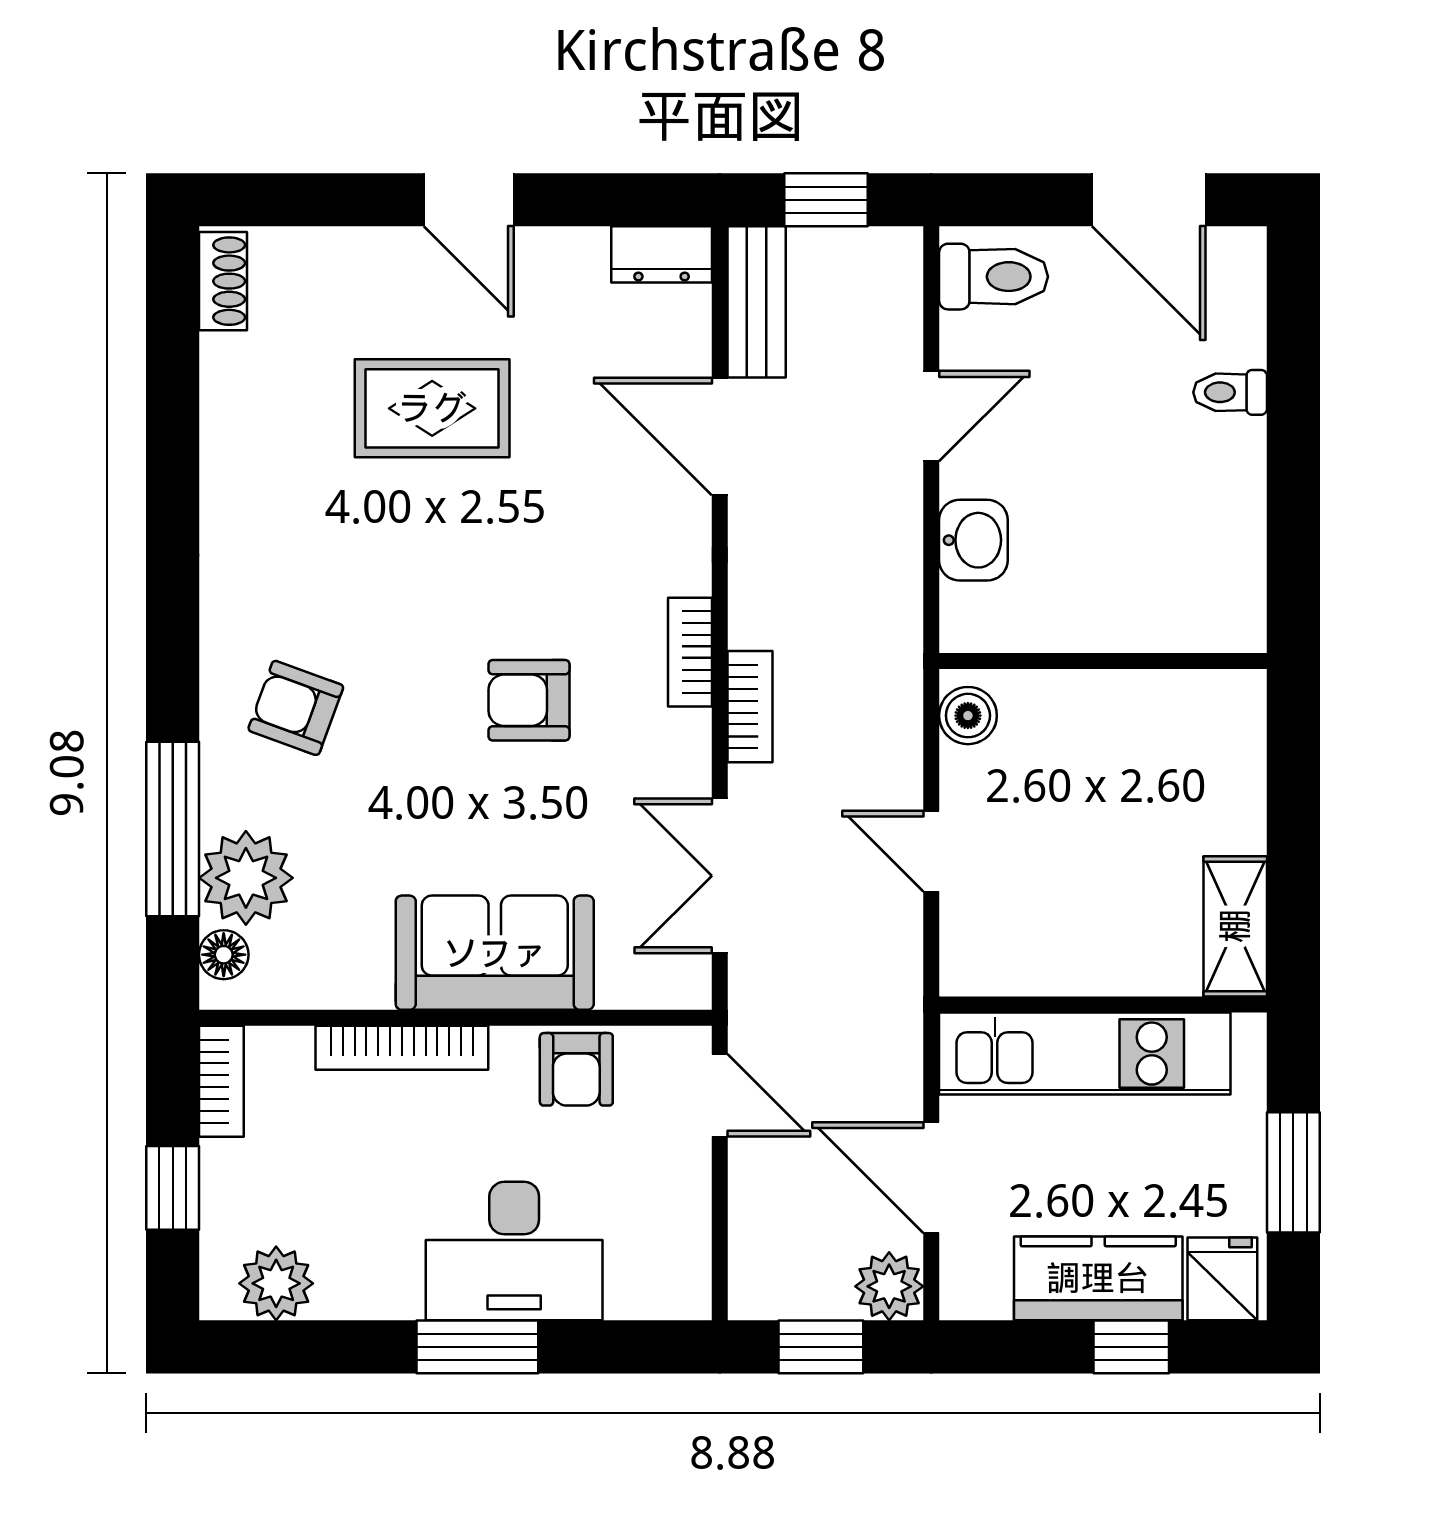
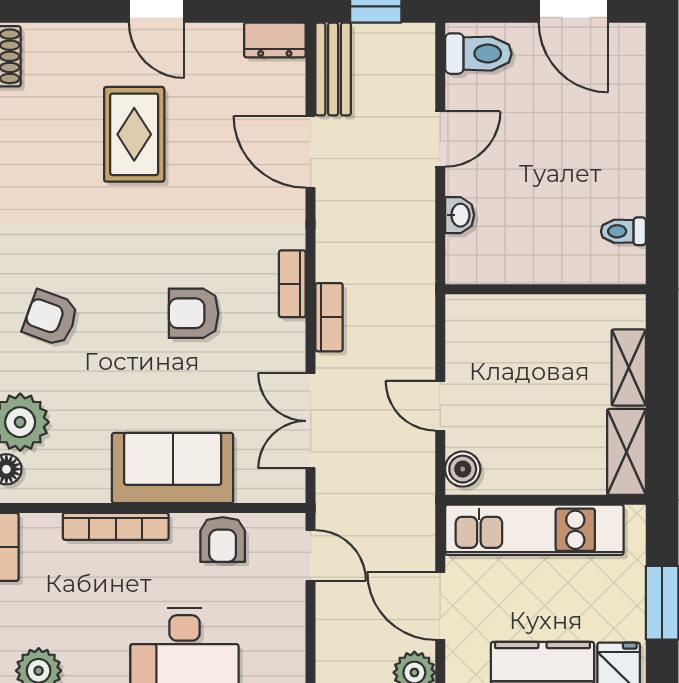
toilet: (1230, 392) -> (623, 231), moved
rug: (432, 408) -> (134, 134), turned 90
washbasin: (973, 540) -> (460, 215), width x0.72, depth x0.69
boiler: (968, 716) -> (463, 469), moved
shelving: (1239, 789) -> (629, 368), added

